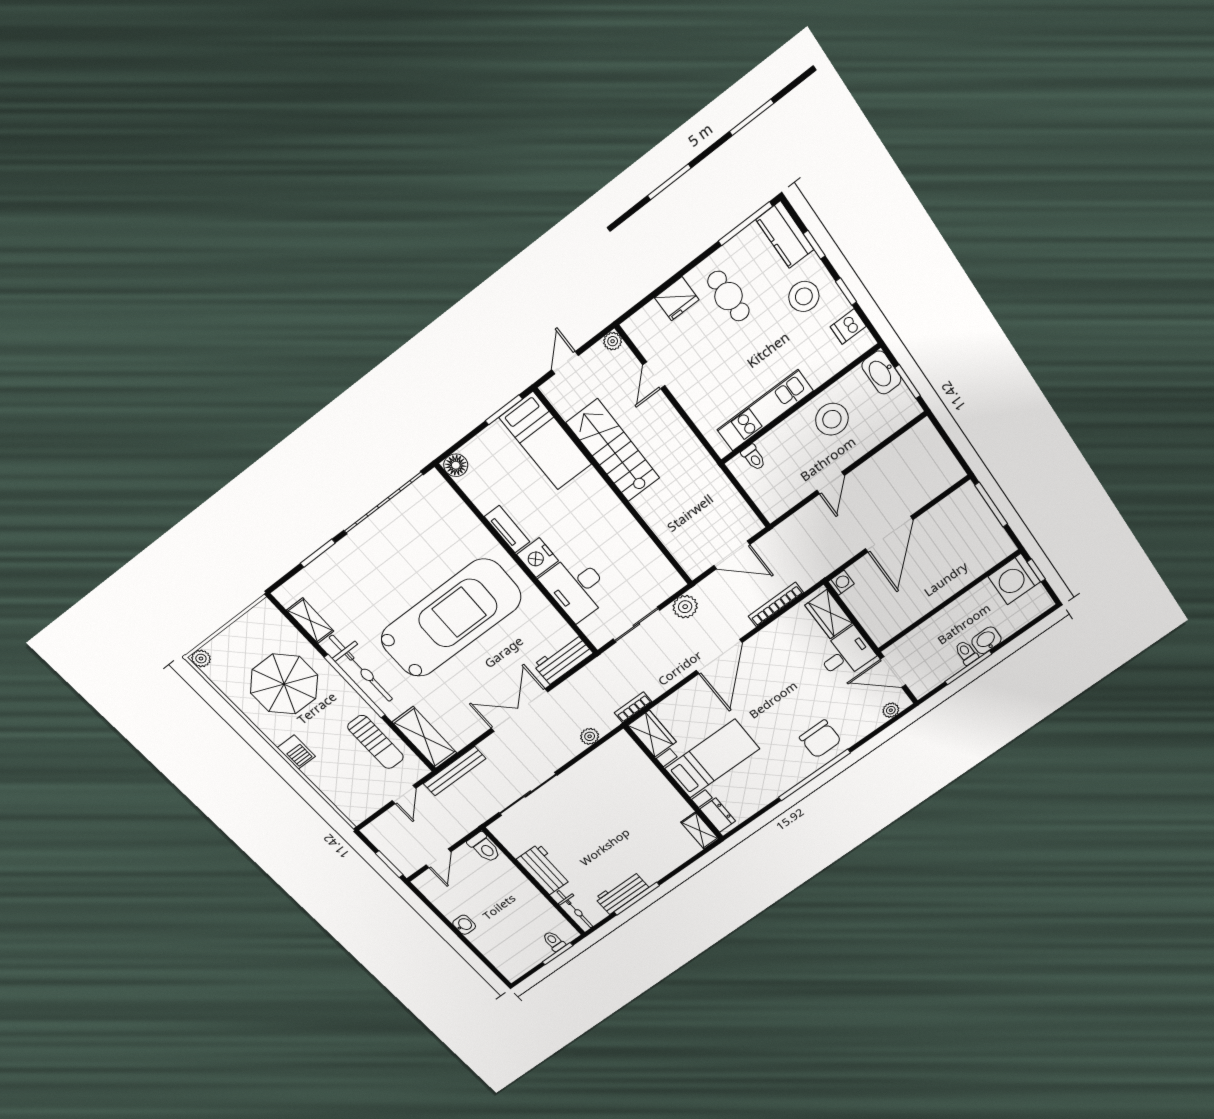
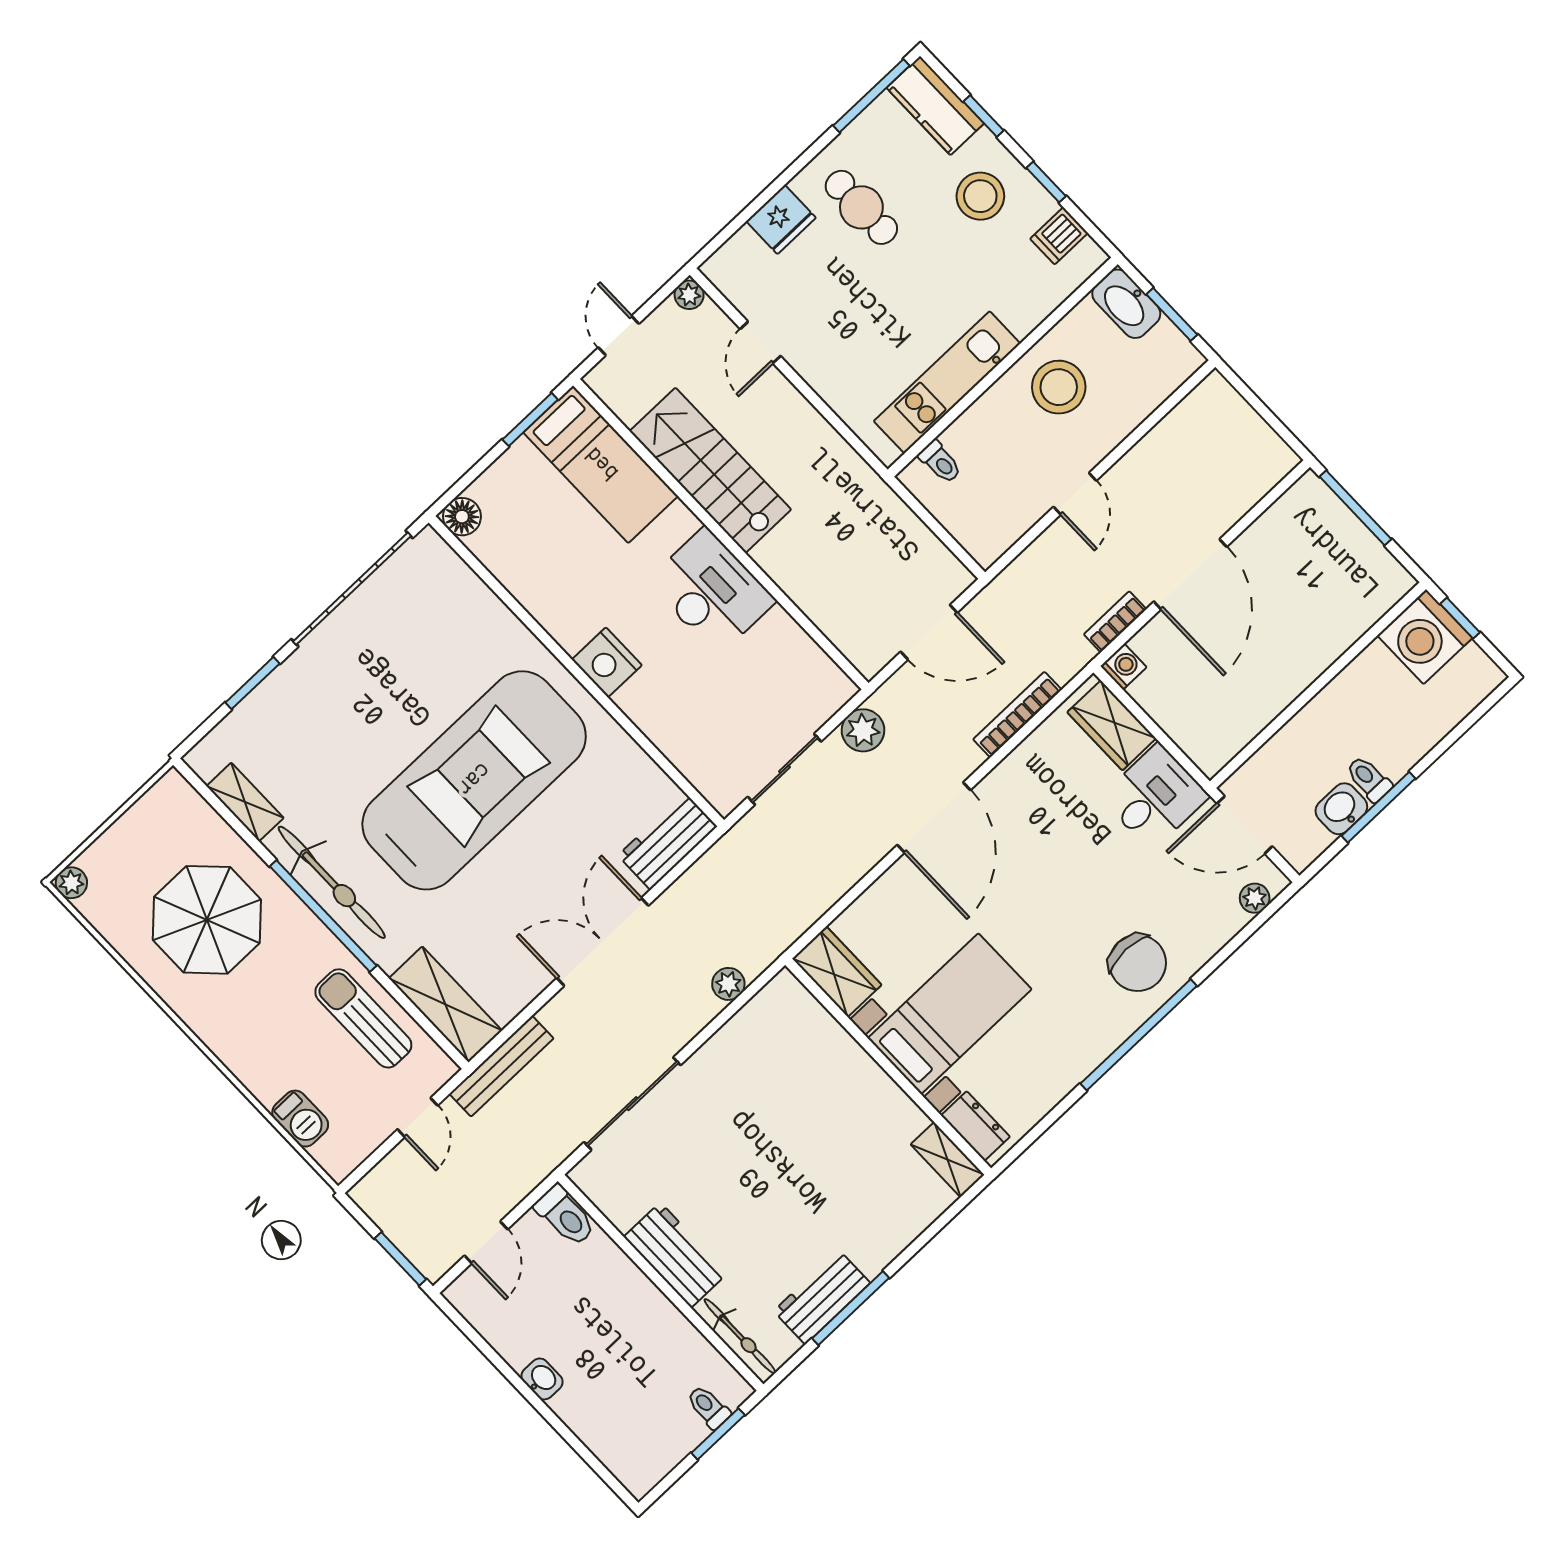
tv unit: (507, 529) -> (553, 617), removed
desk: (576, 587) -> (711, 591), moved, turned 180
washbasin: (986, 640) -> (1341, 809), moved
bookcase: (633, 707) -> (1115, 622), moved
sun lounger: (376, 742) -> (363, 1018), turned 180
barbecue: (296, 752) -> (300, 1119), moved

